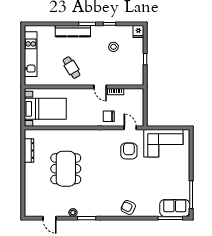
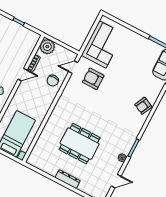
plant: (136, 96) -> (47, 47), added
dresser: (29, 150) -> (68, 179), moved

